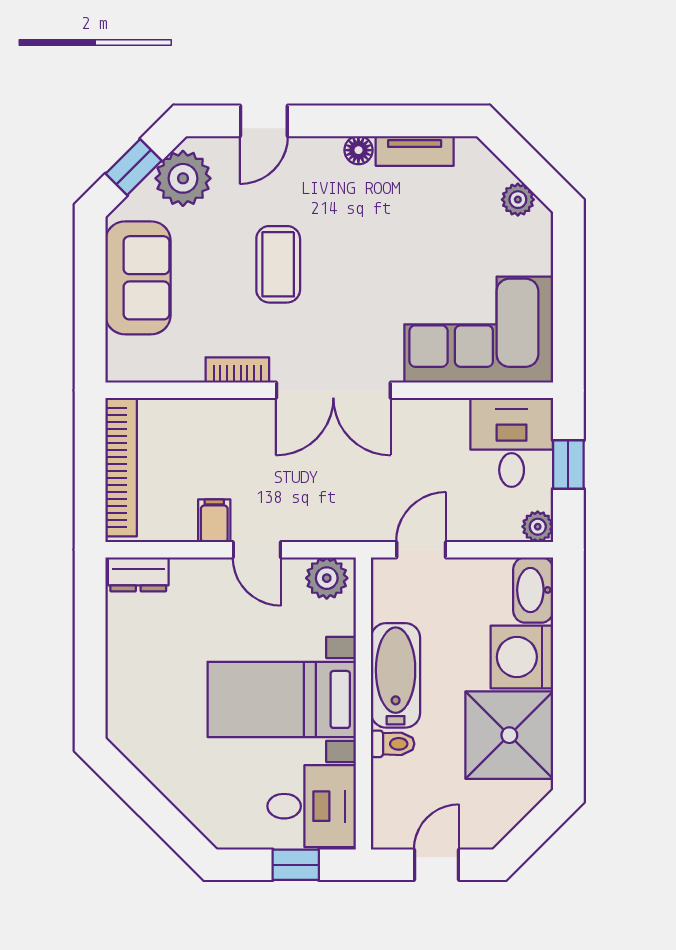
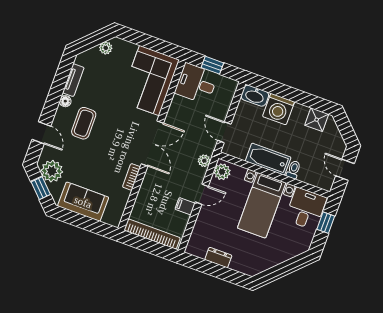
coffee table: (278, 264) -> (84, 123), moved, turned 90
plant: (538, 527) -> (204, 161), moved
dresser: (138, 574) -> (218, 258), moved, turned -90
shower: (509, 735) -> (317, 120), width x0.54, depth x0.54

